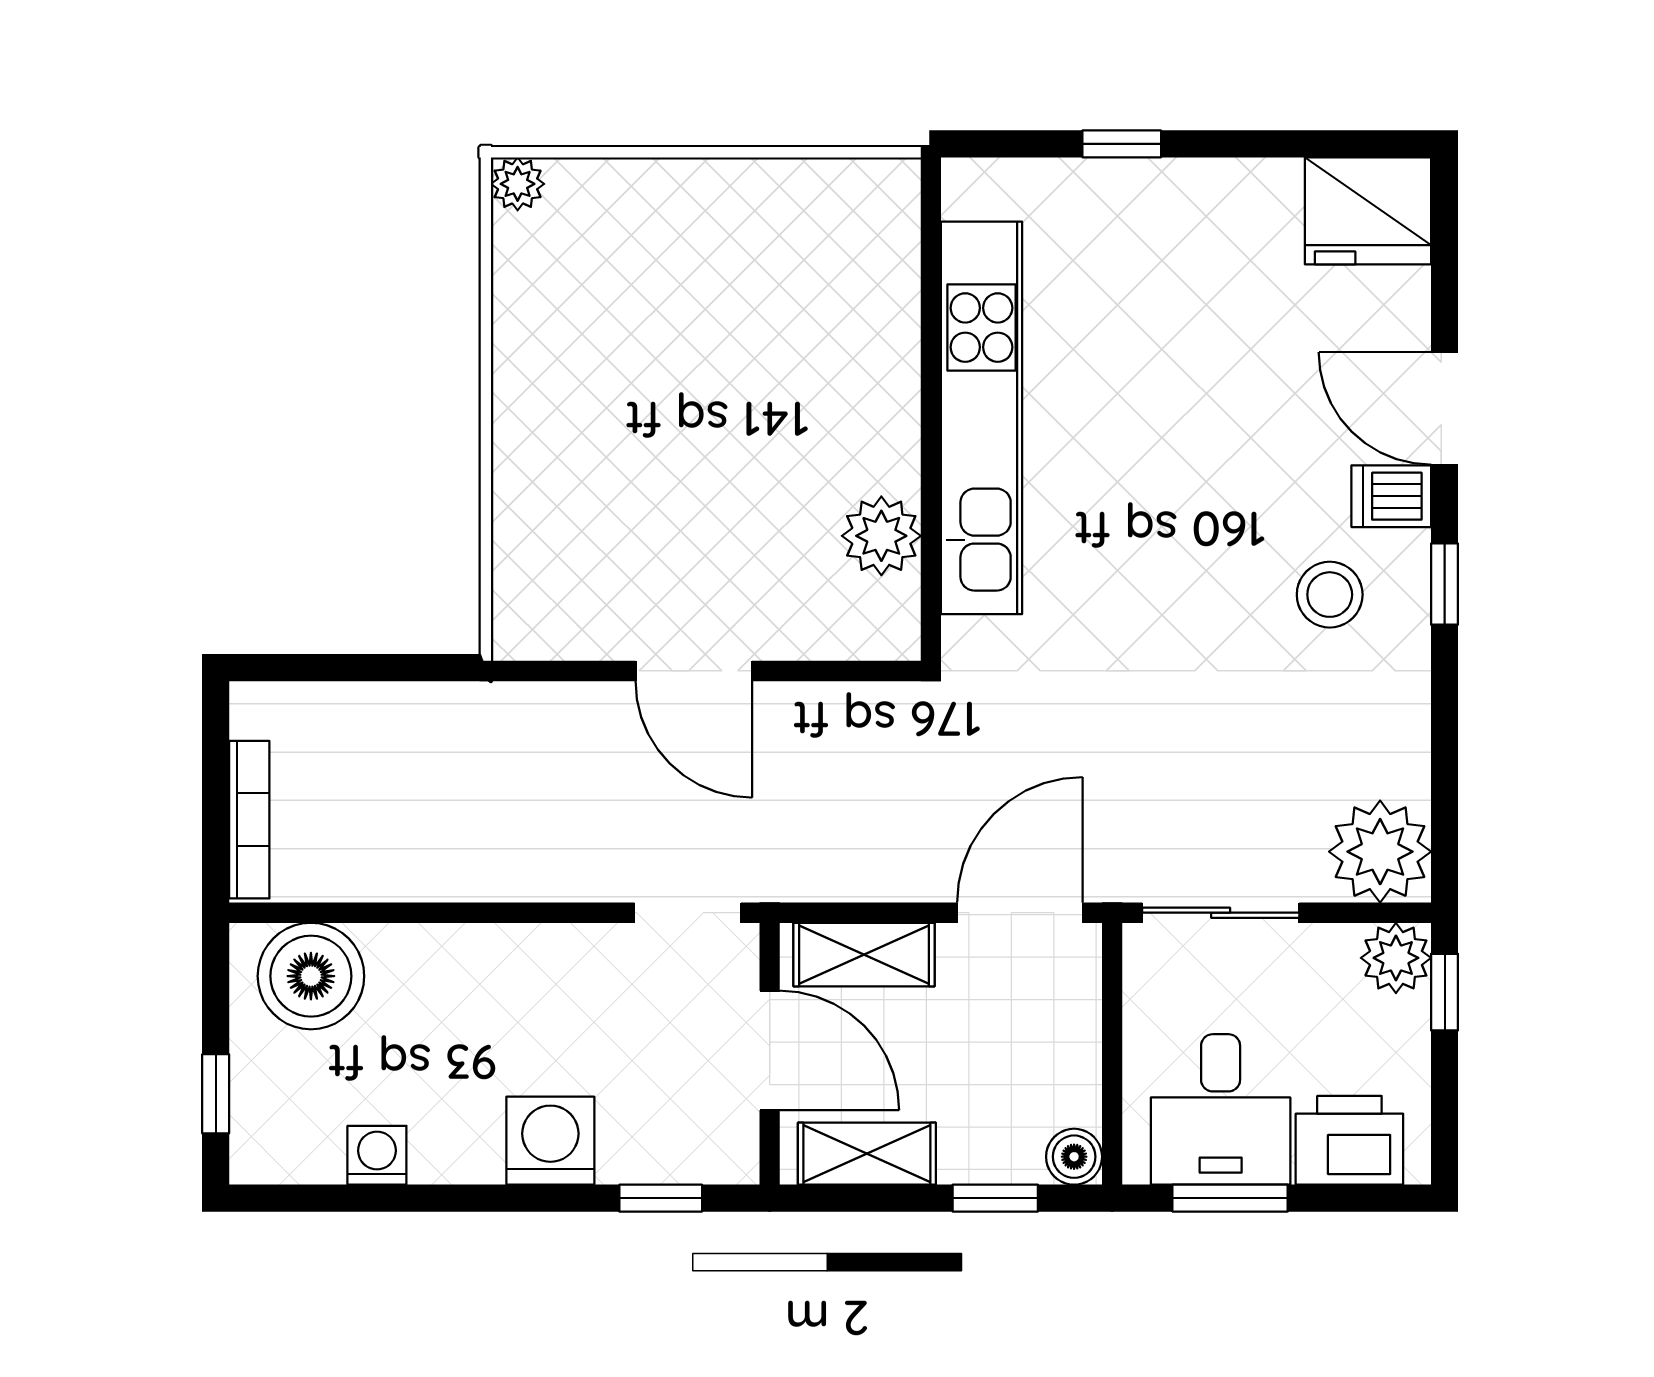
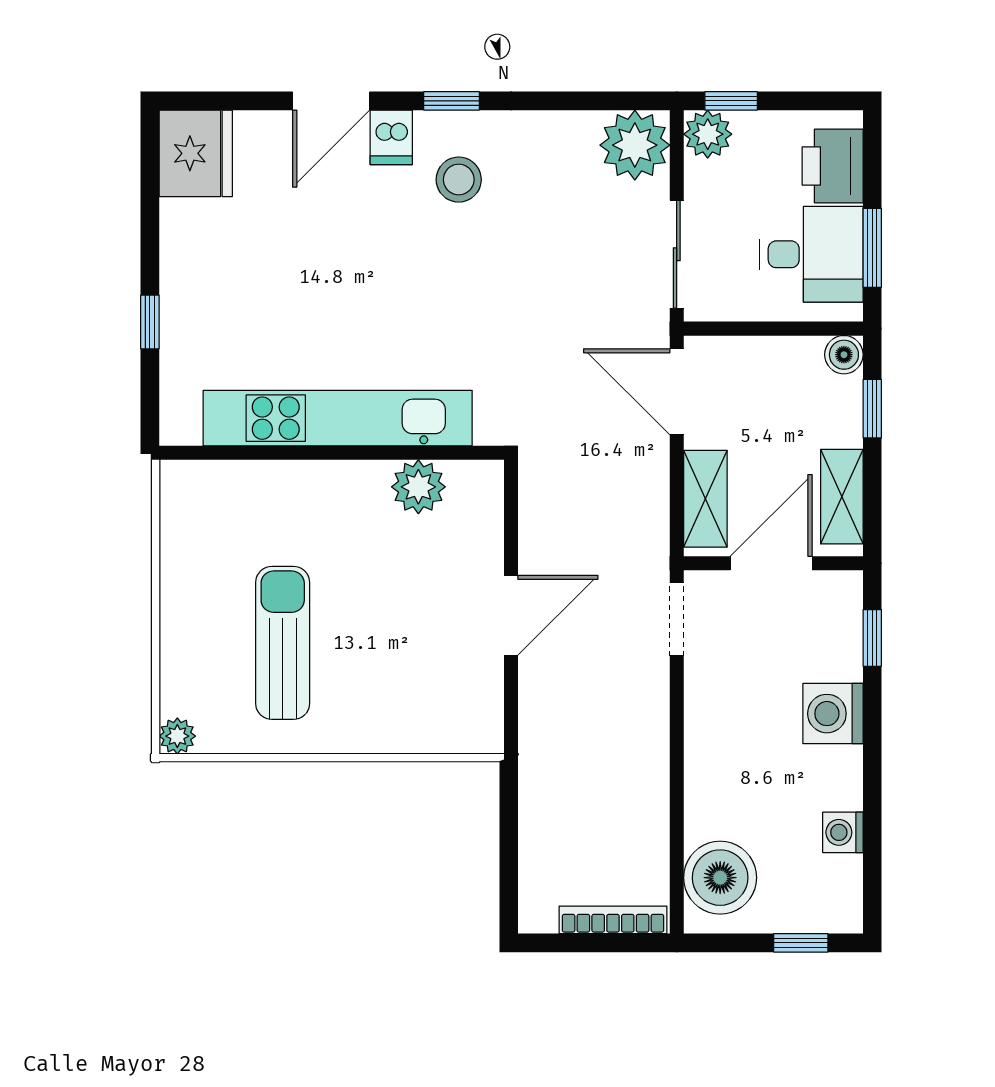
sun lounger: (653, 338) -> (283, 643), added

